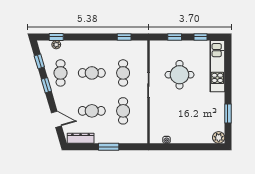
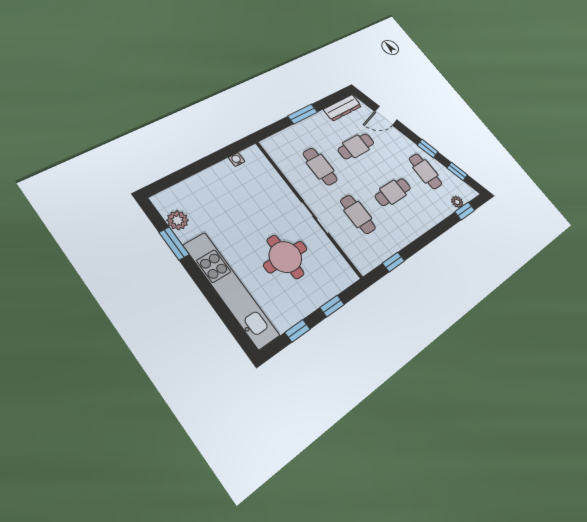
kitchen unit: (217, 66) -> (231, 290), width x1.36
plant: (219, 137) -> (178, 220), moved

